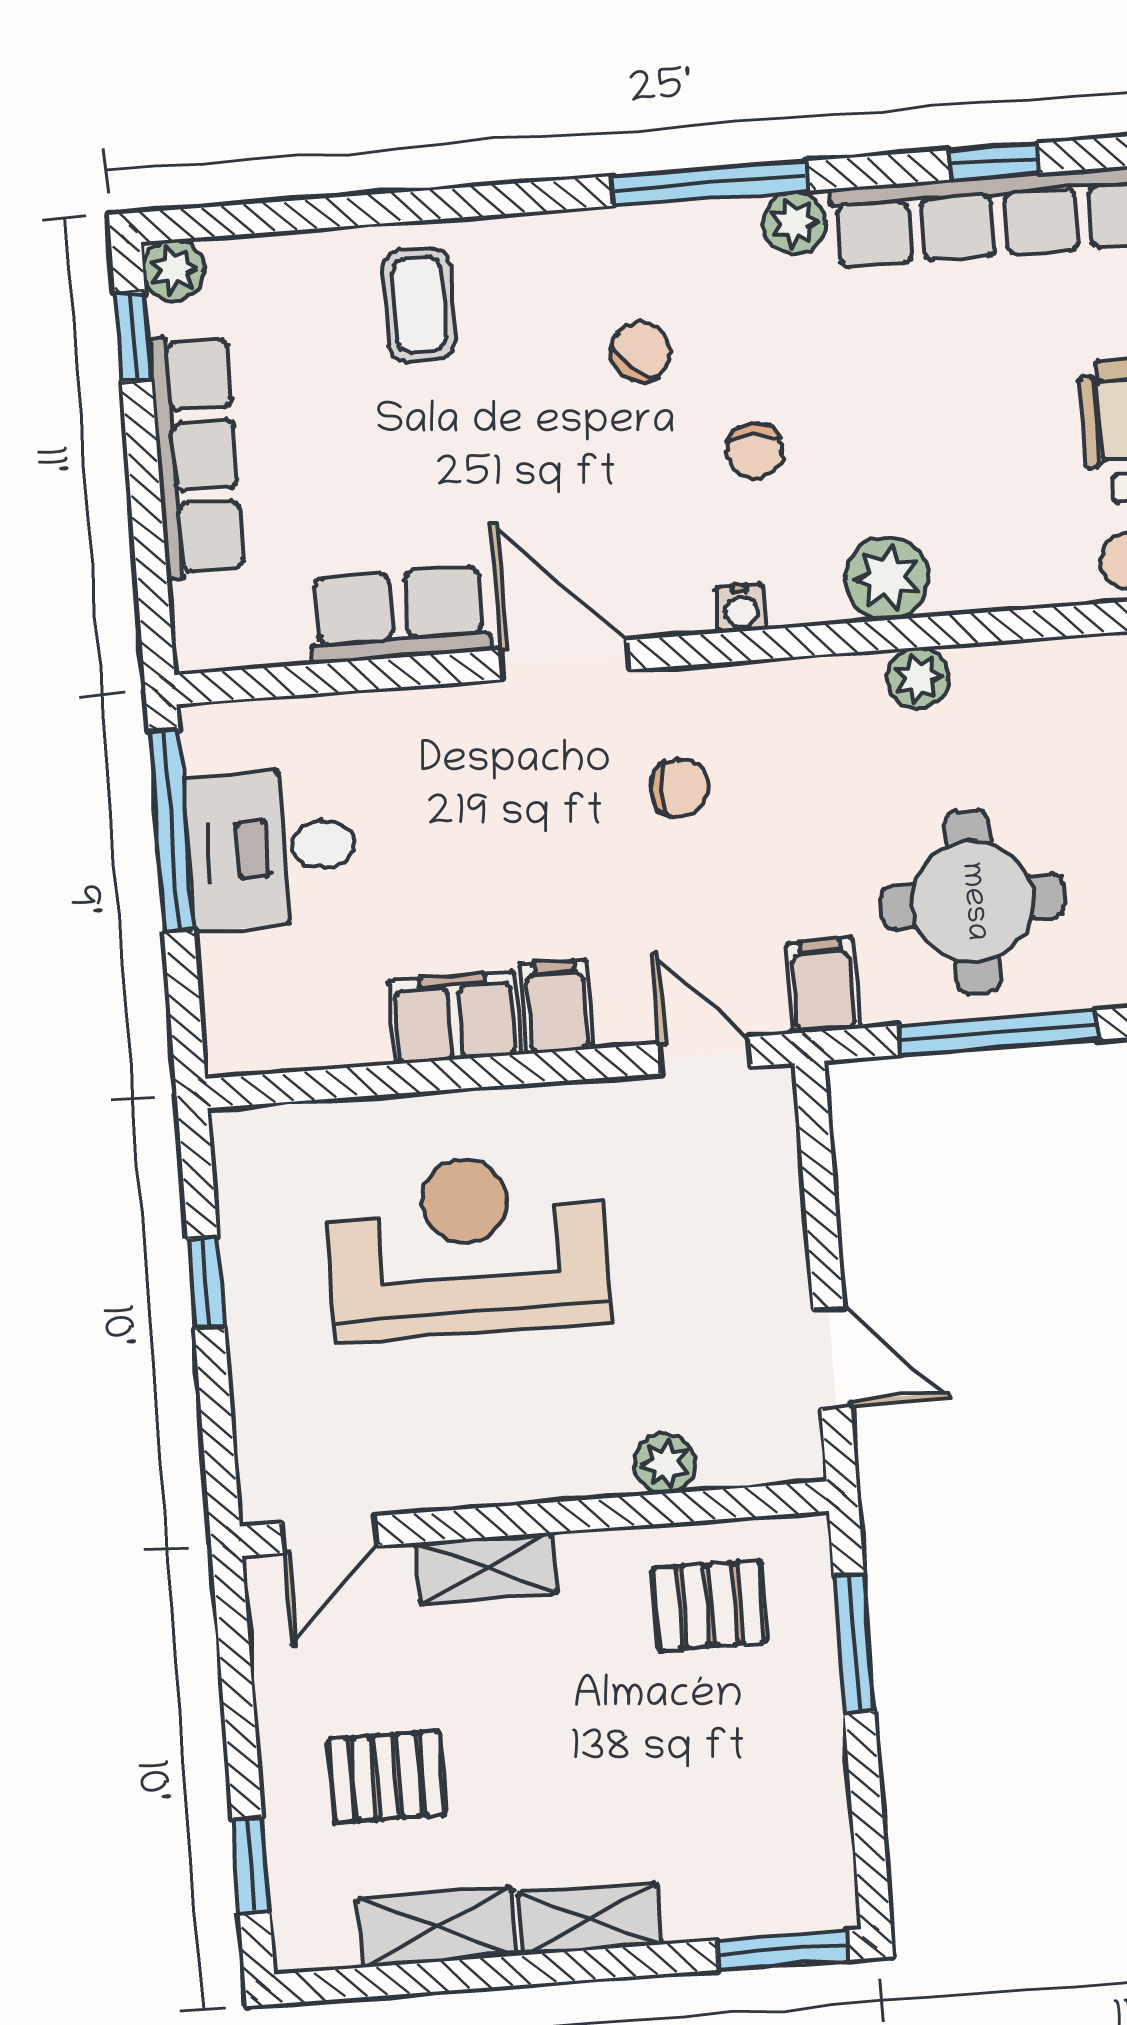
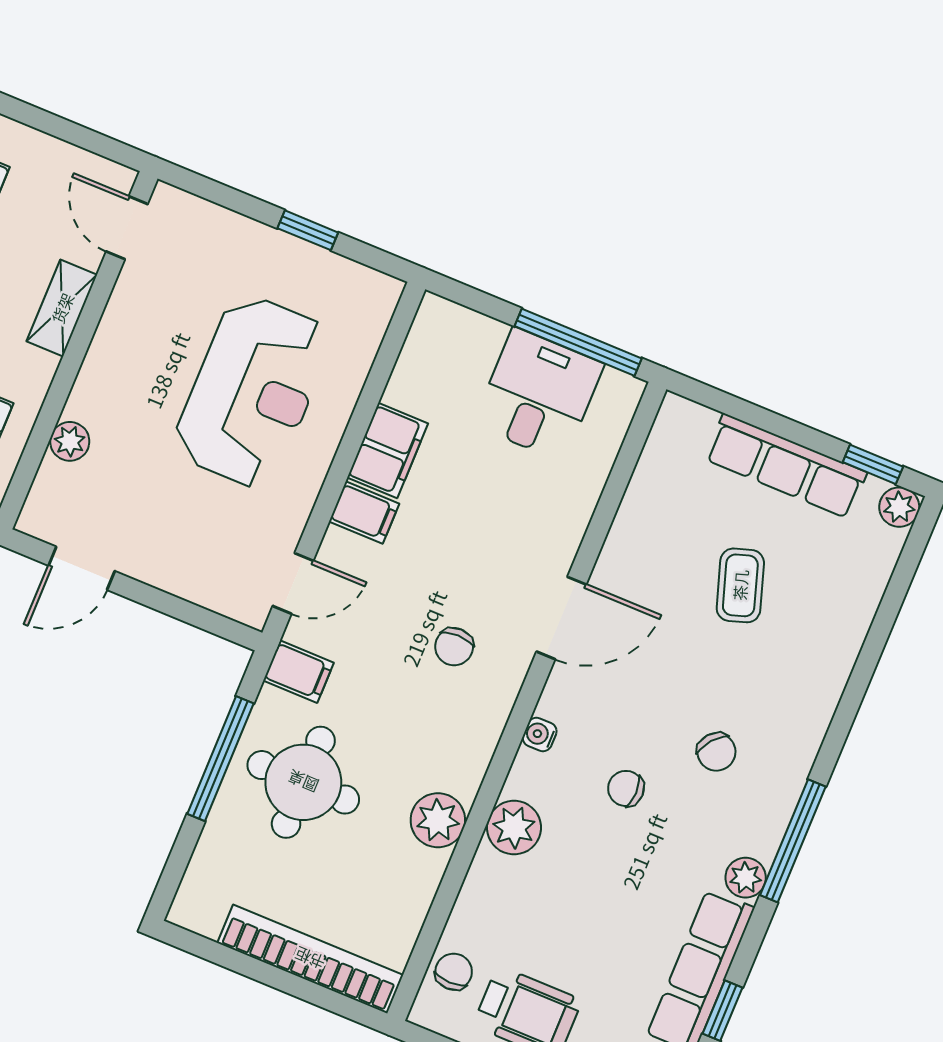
coffee table: (419, 305) -> (740, 585), moved, turned 72
row of seats: (399, 615) -> (635, 536), removed
plant: (918, 678) -> (438, 820), width x1.38, depth x1.38

